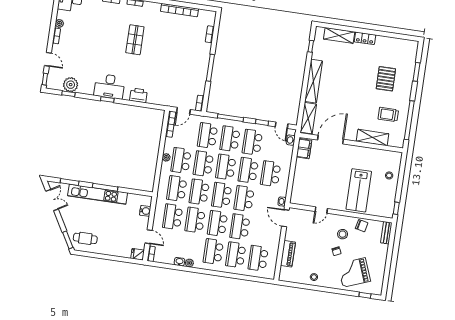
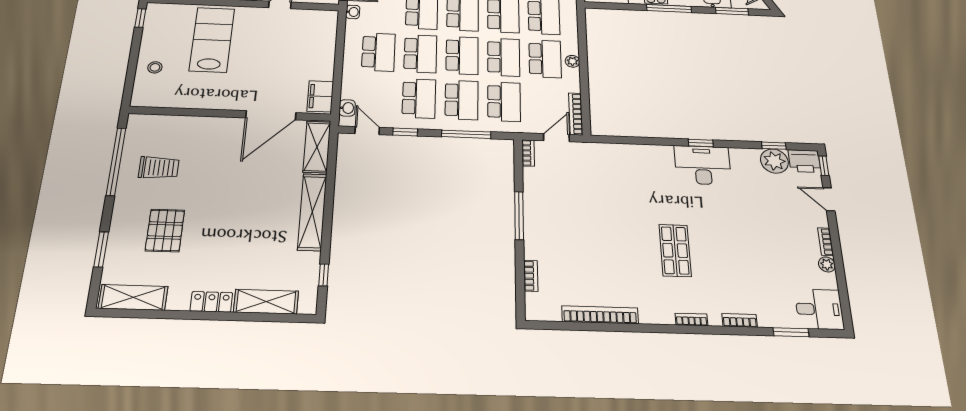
printer: (138, 95) -> (804, 161), moved
shelving: (372, 138) -> (133, 297), moved

